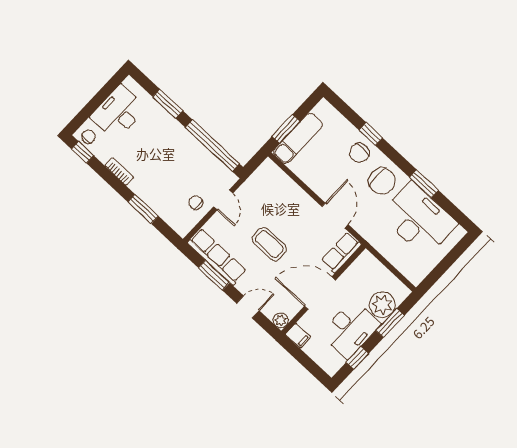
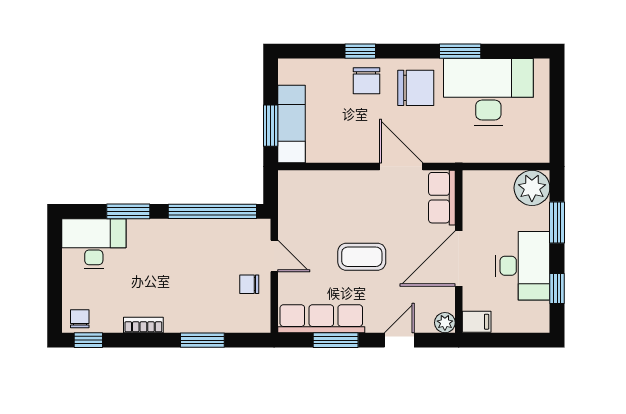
desk: (118, 112) -> (94, 244), moved, turned 90
plant: (382, 305) -> (532, 188), moved

